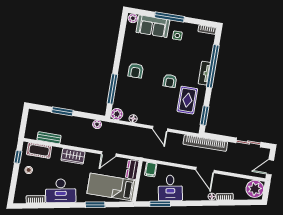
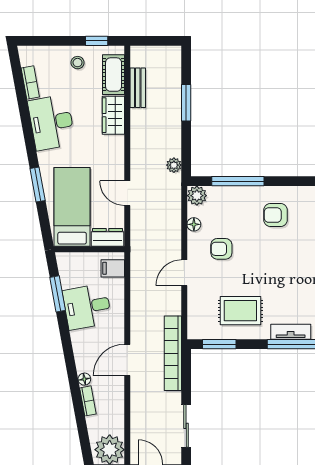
armchair: (170, 81) -> (221, 249), moved
wardrobe: (73, 156) -> (113, 115), moved

